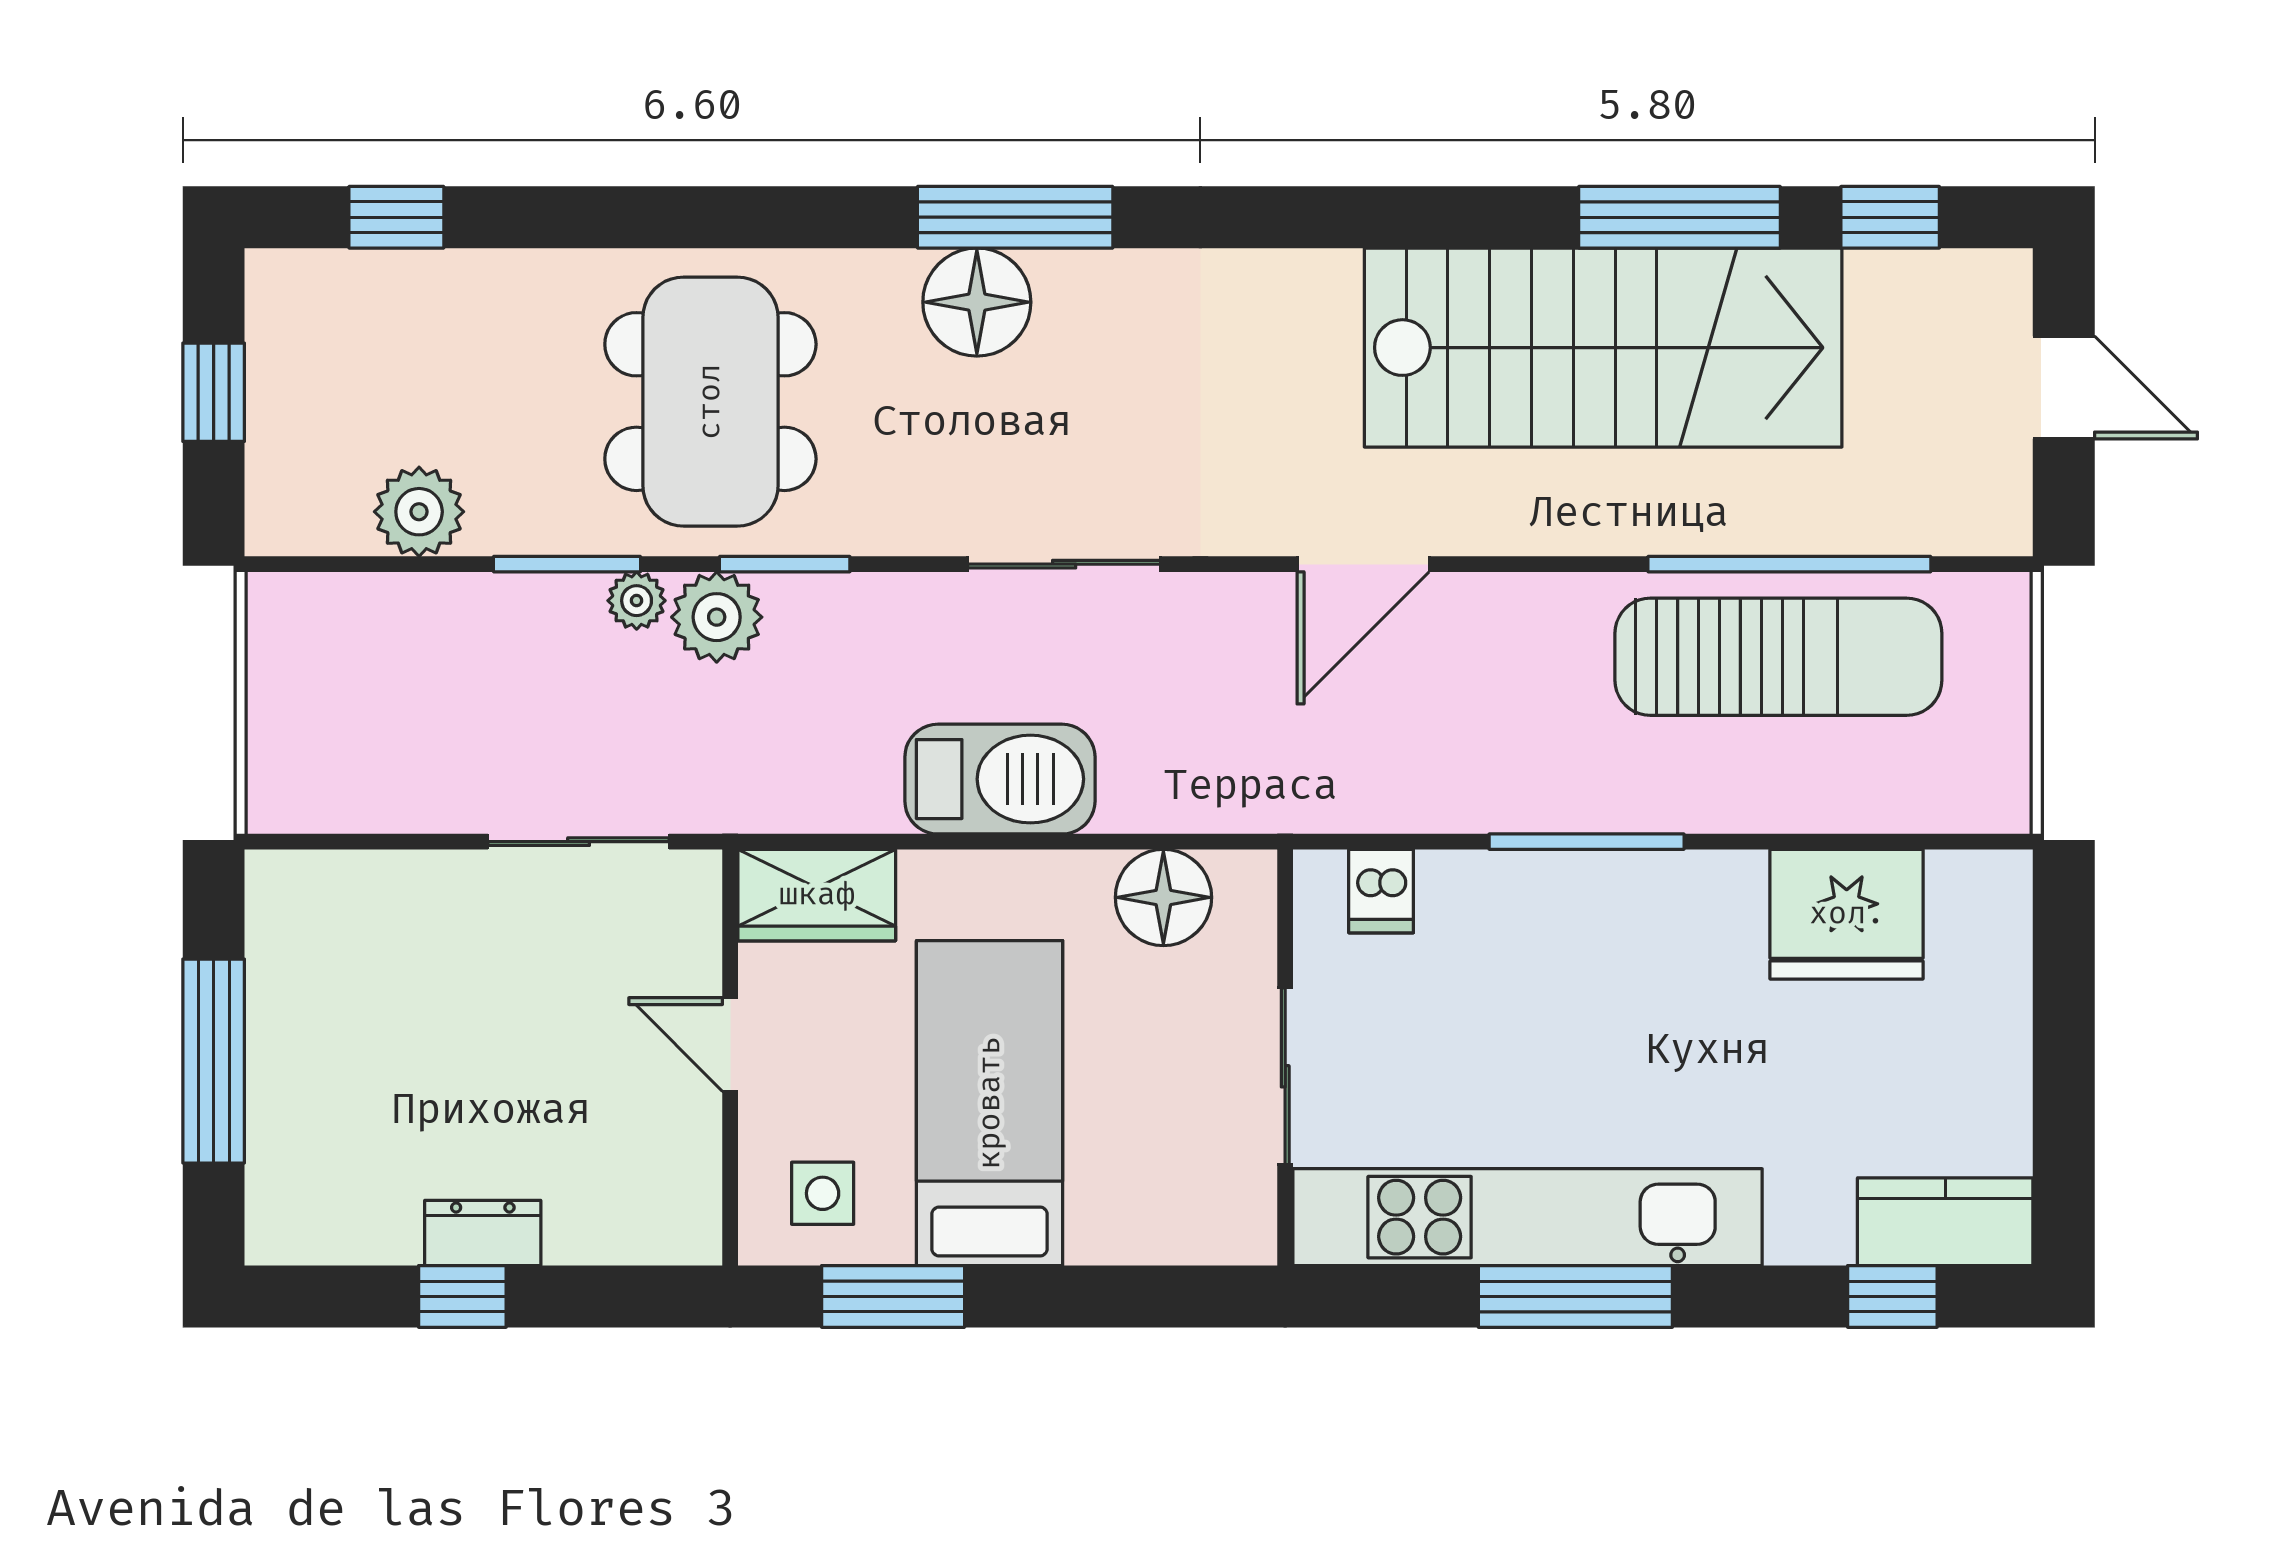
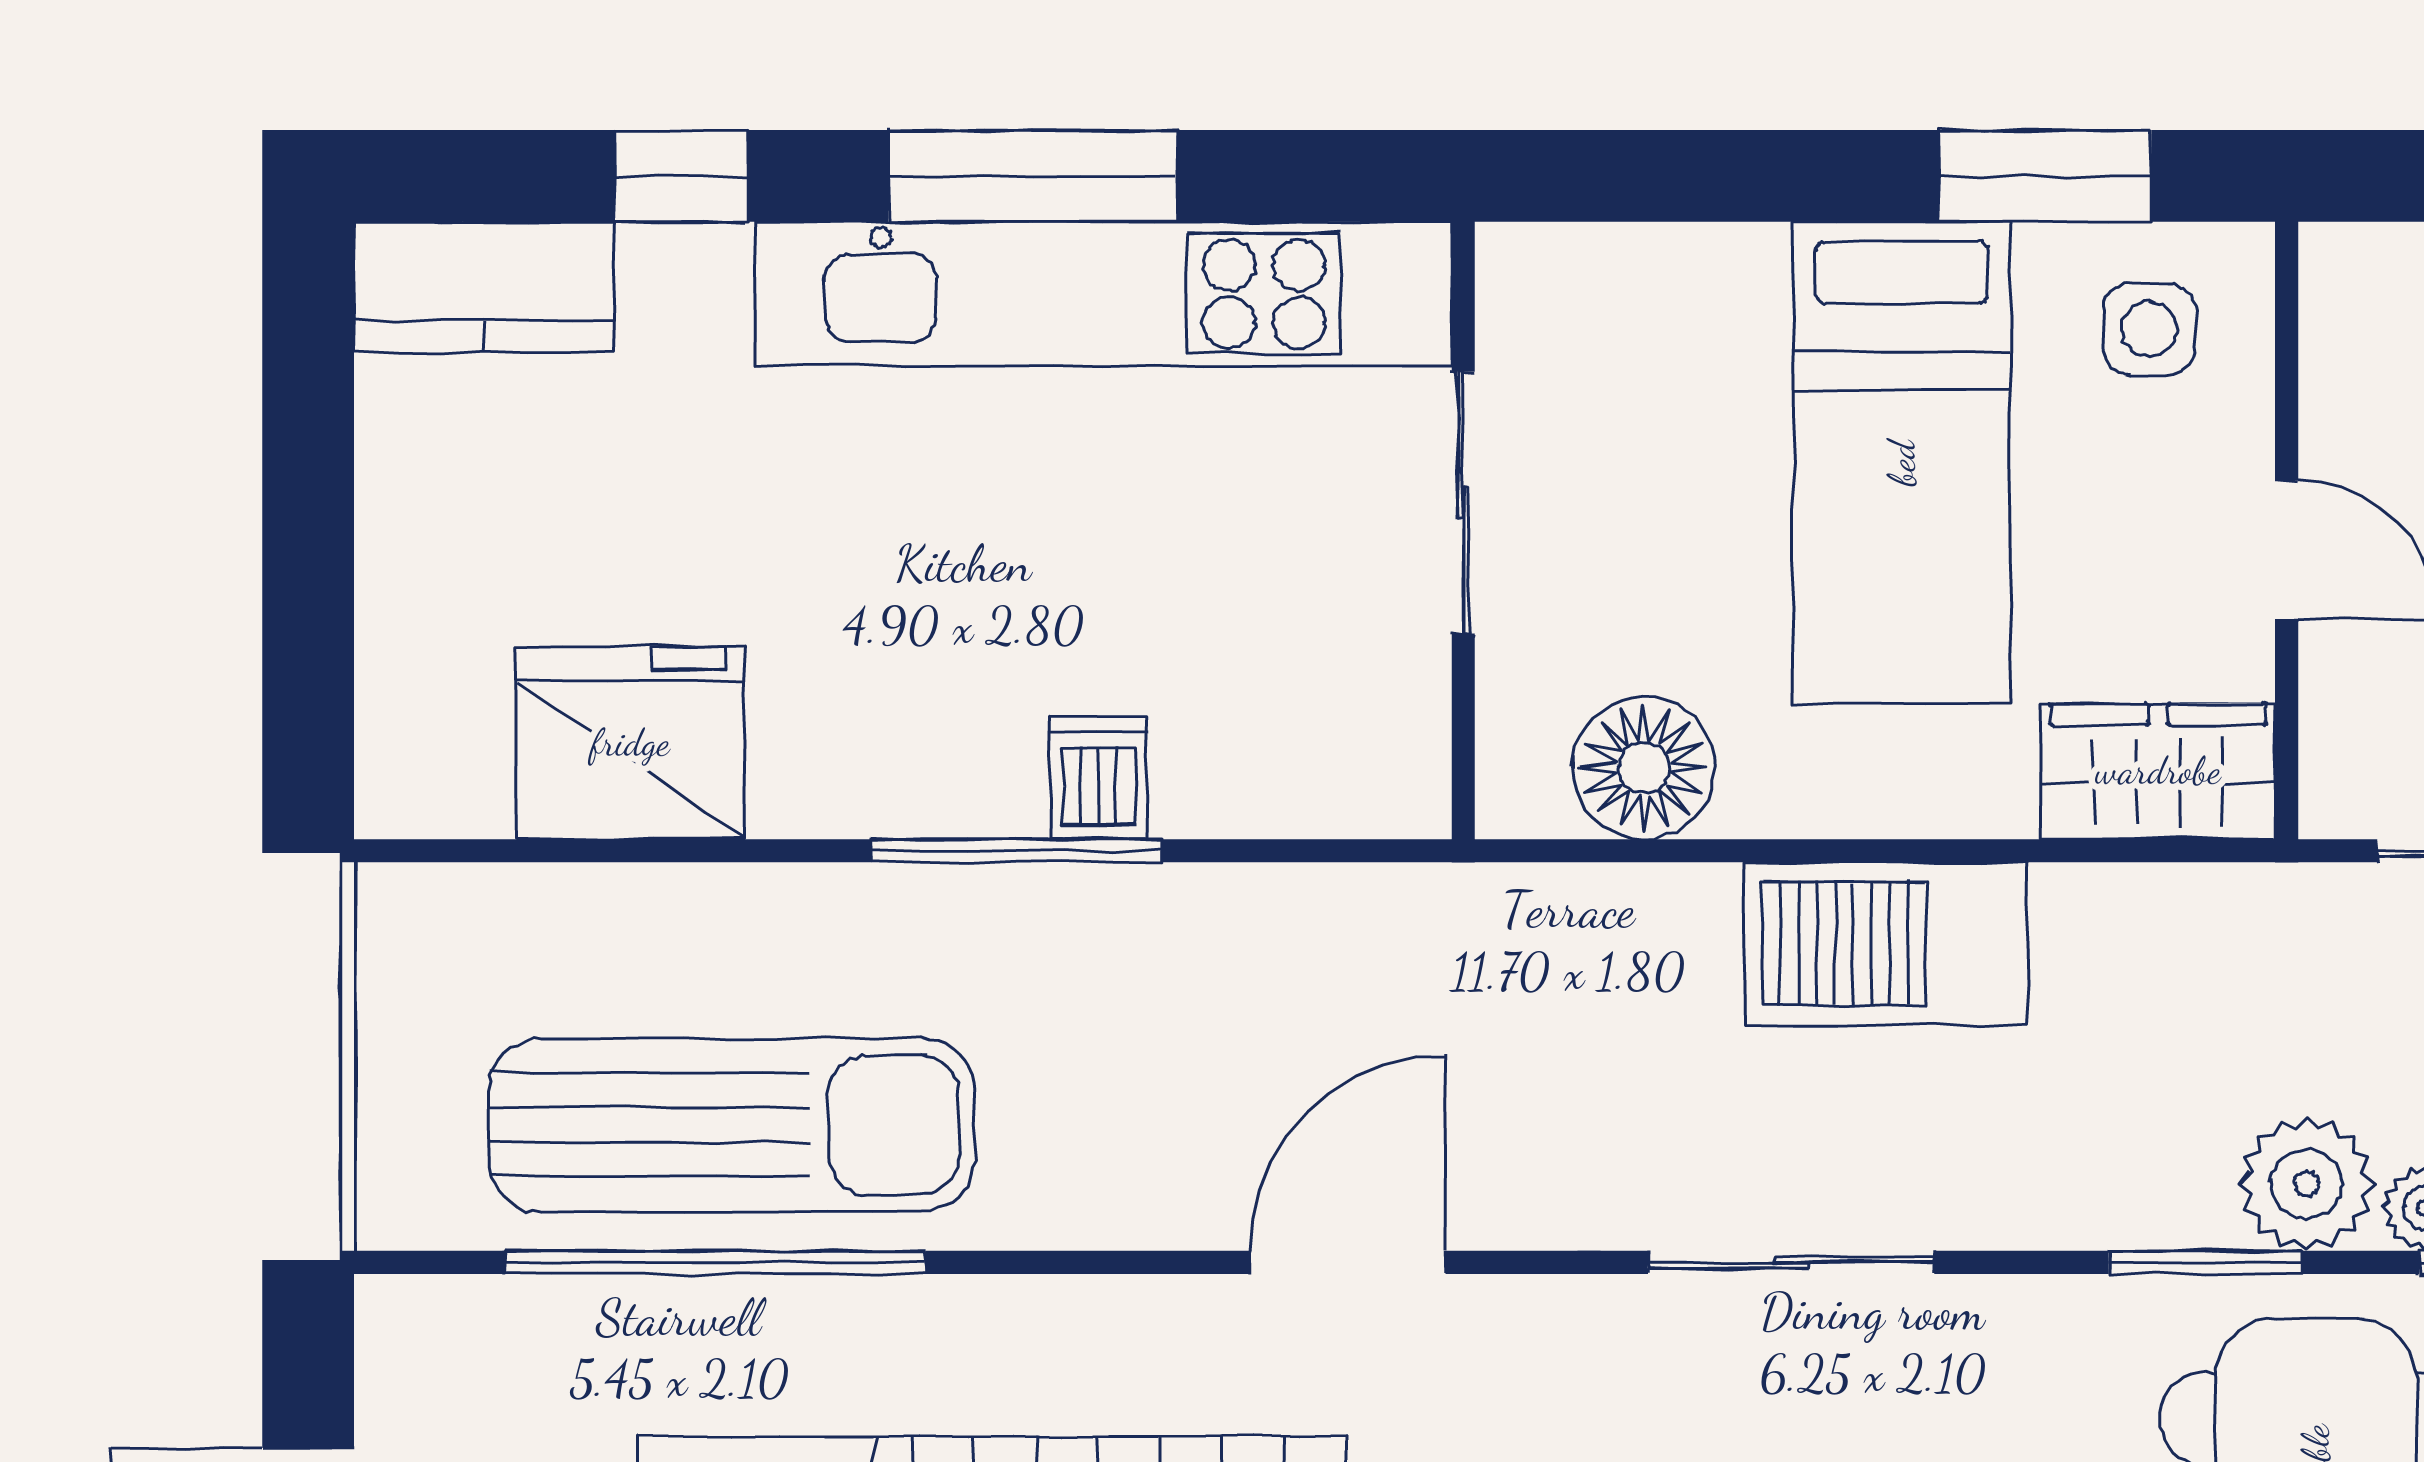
sun lounger: (1778, 657) -> (732, 1125), turned 180
dishwasher: (1381, 891) -> (1098, 777), moved
window: (1892, 1296) -> (681, 176), moved

